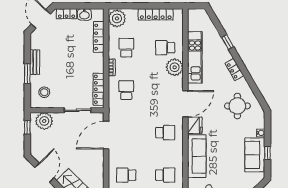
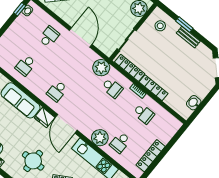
locker: (67, 14) -> (205, 90), removed
plant: (117, 18) -> (101, 68), moved
locker: (99, 37) -> (154, 88), moved
school desk: (165, 48) -> (120, 143), turned 180
door: (106, 135) -> (81, 37), moved

